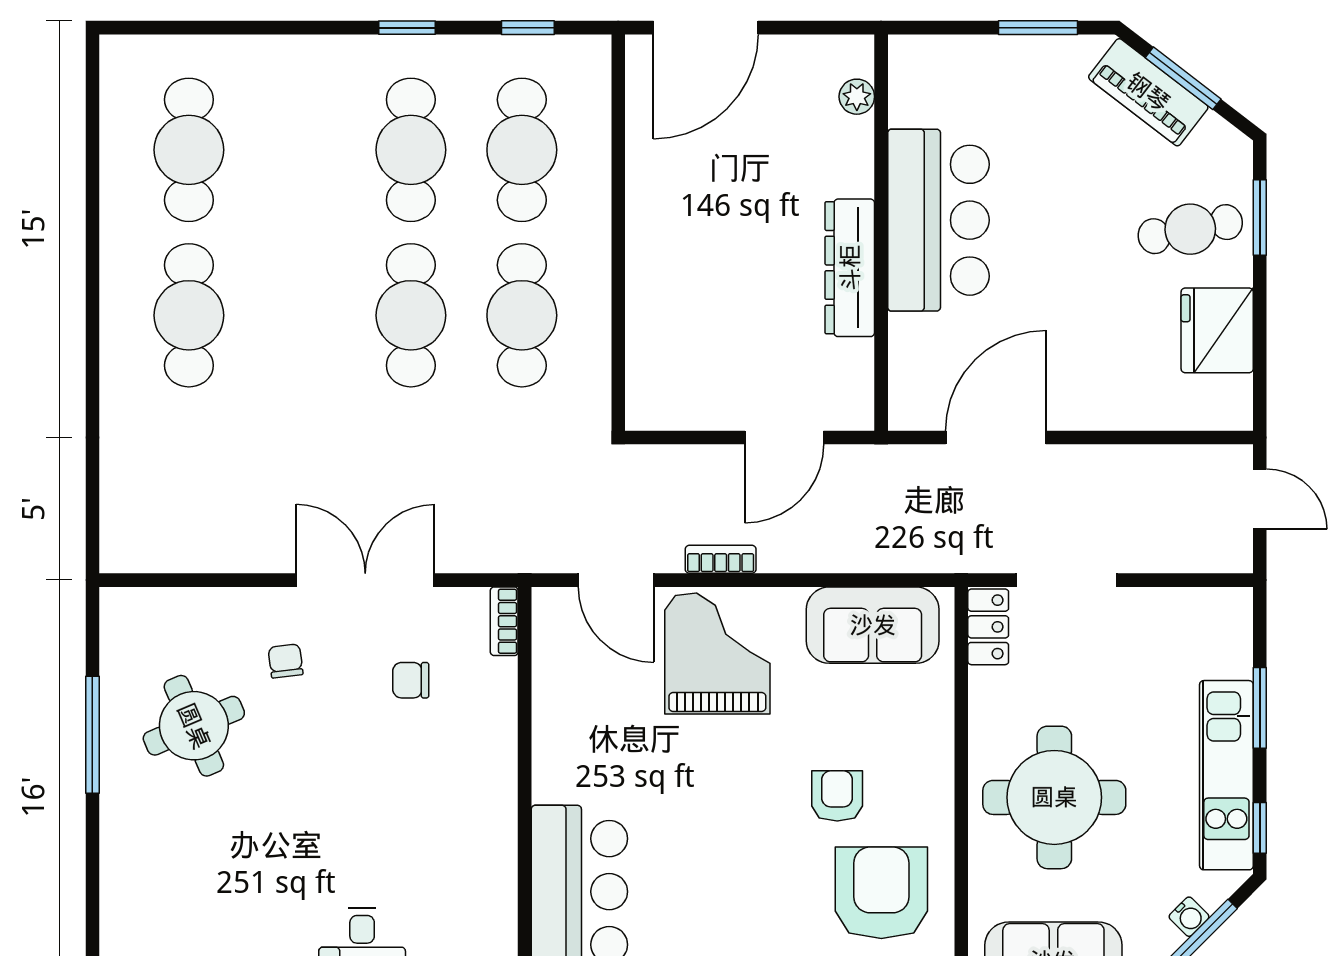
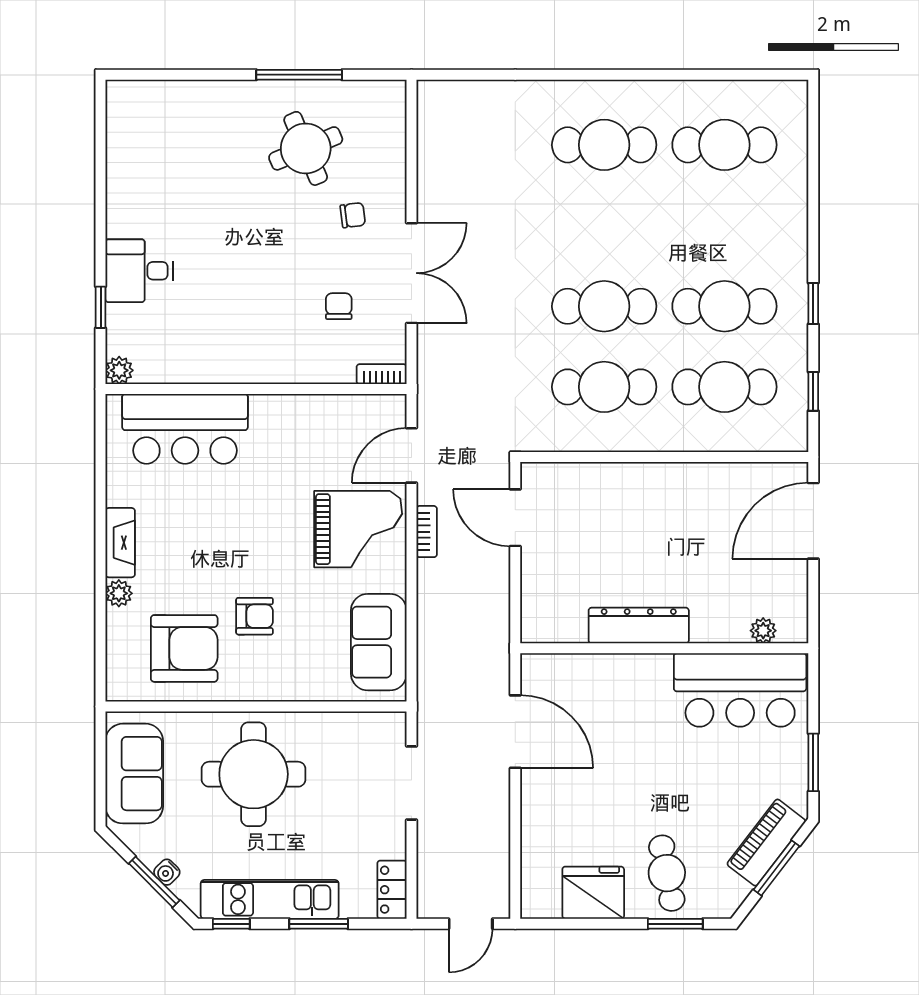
door: (706, 28) -> (813, 521), hinge flipped
bar counter: (938, 220) -> (740, 690), moved
door: (784, 438) -> (515, 518), moved
locker: (988, 627) -> (392, 890), moved, turned 90

